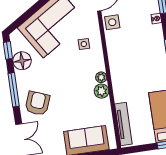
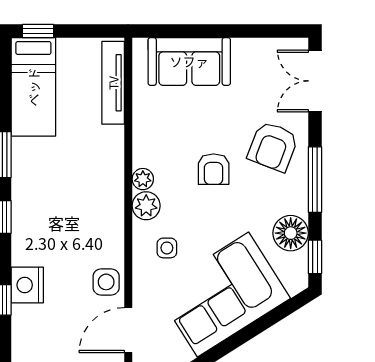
nightstand: (156, 19) -> (27, 285), width x1.89, depth x1.79
armchair: (66, 88) -> (214, 169), added
plant: (101, 91) -> (146, 206), moved

